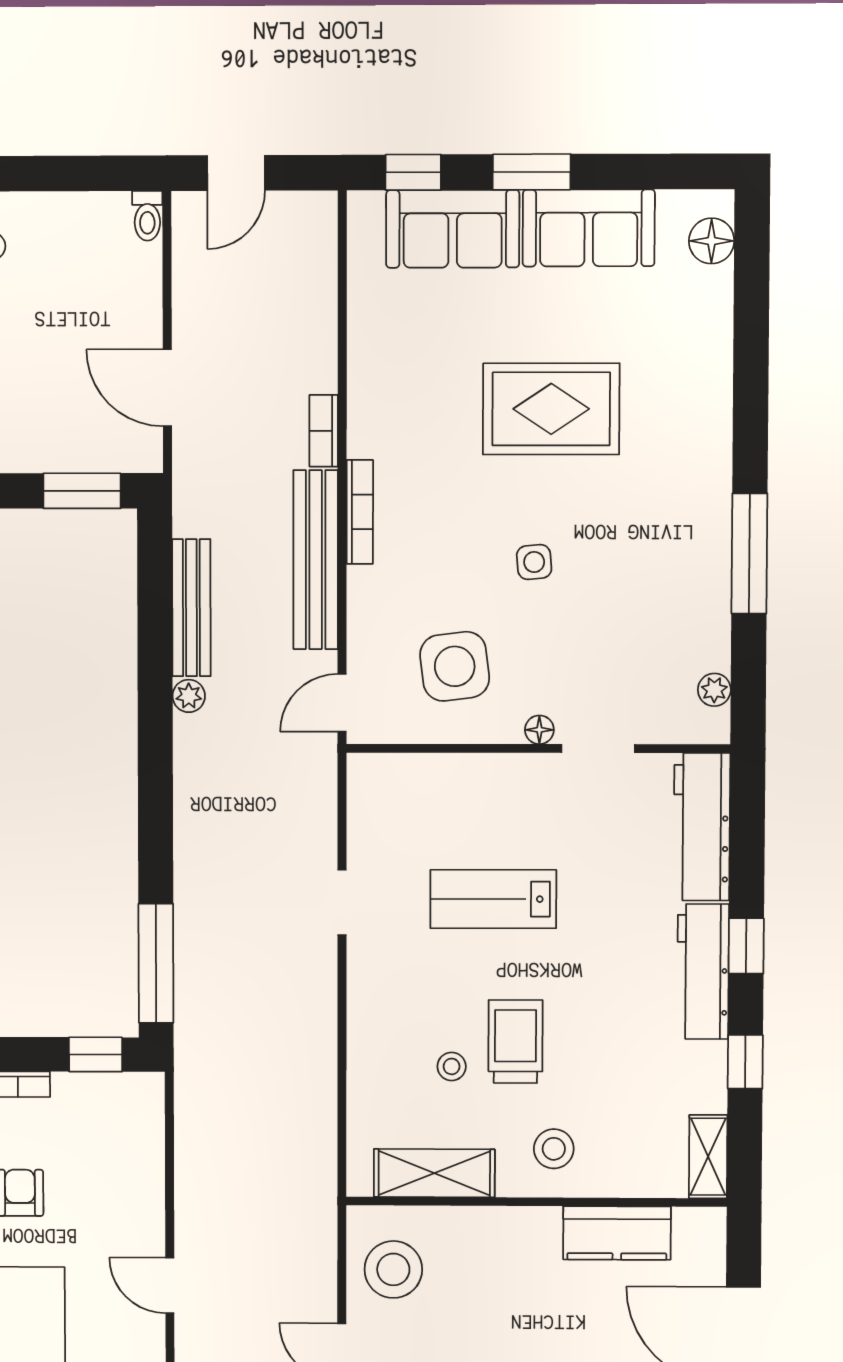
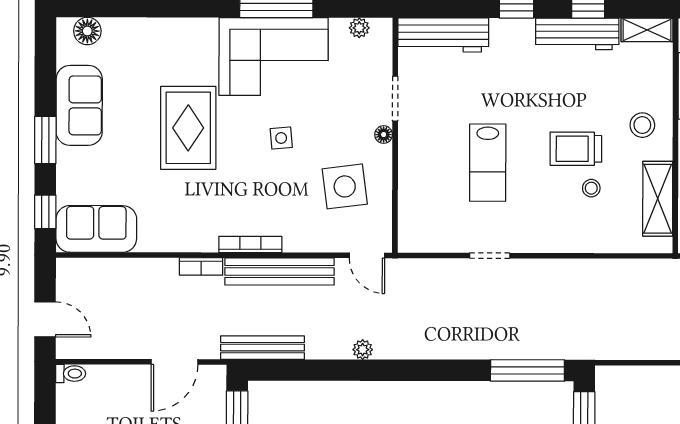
sofa: (453, 229) -> (96, 229), moved, turned -90
corner sofa: (668, 549) -> (274, 57), added
bench: (191, 608) -> (263, 348), moved
workbench: (703, 972) -> (577, 34), moved

